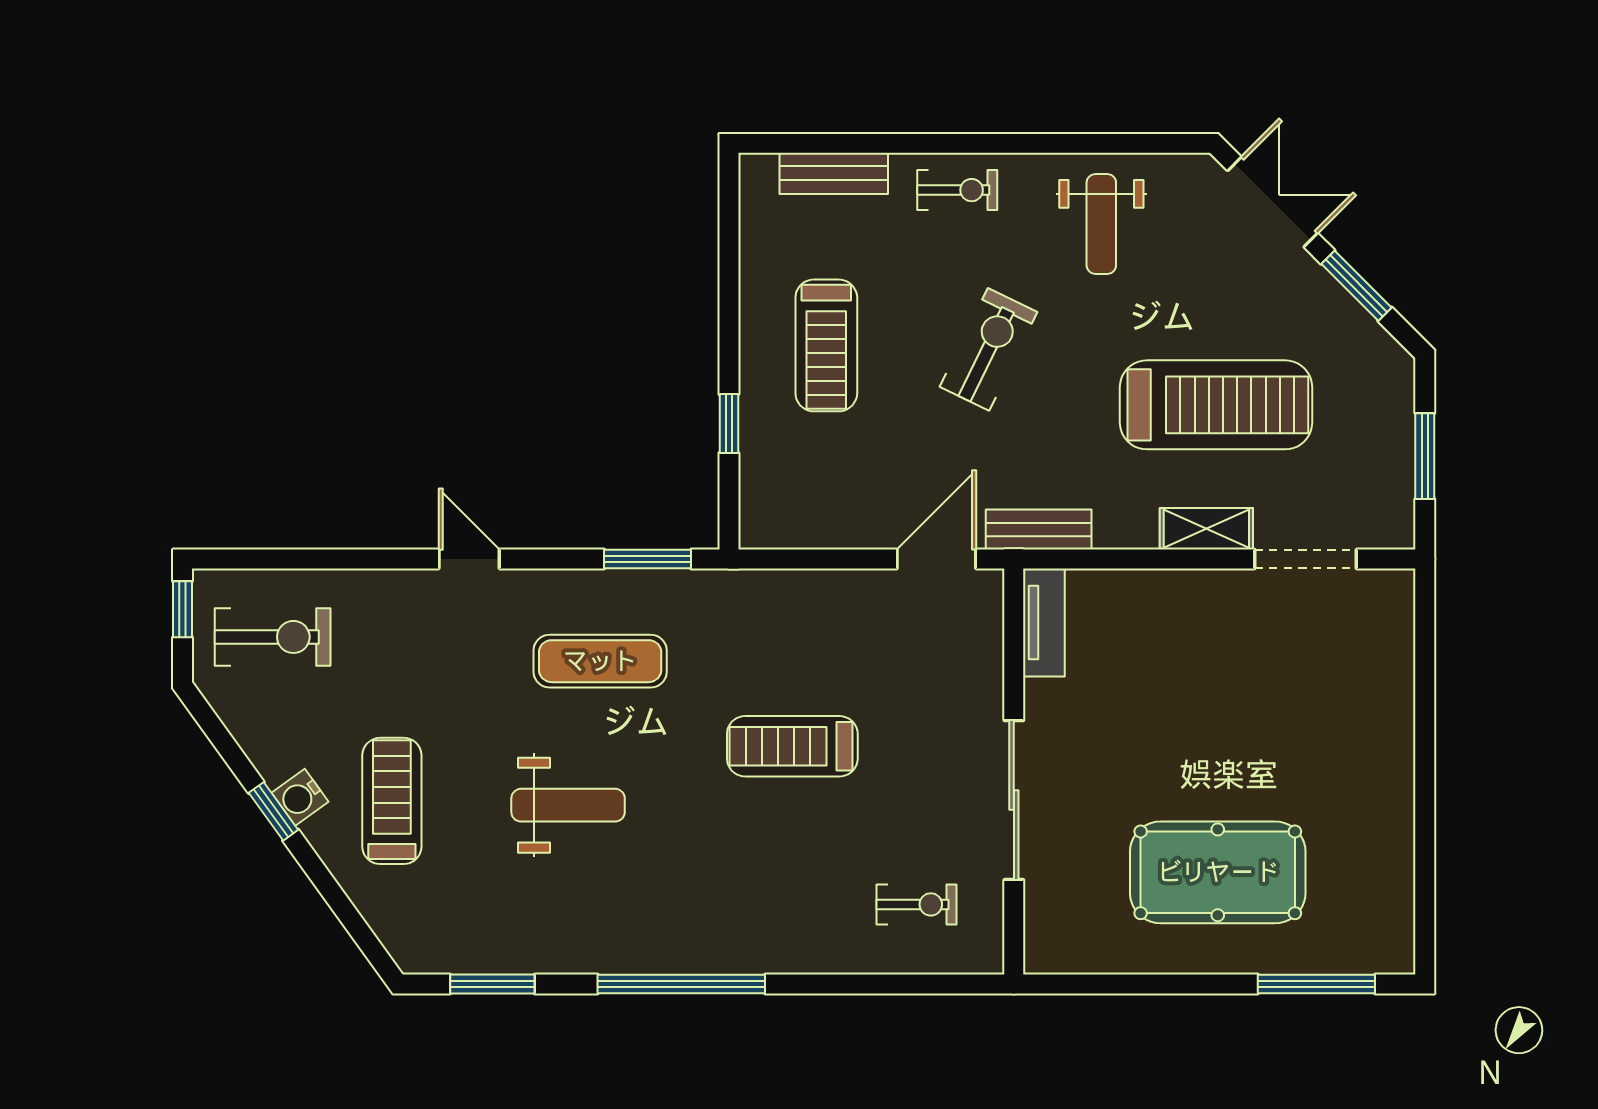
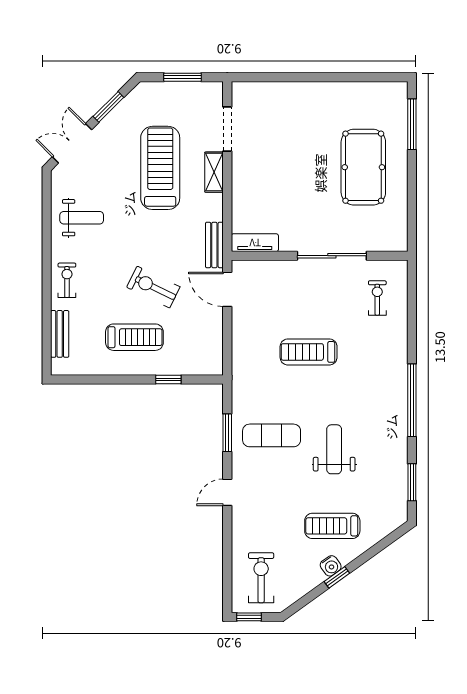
exercise bike: (989, 349) -> (153, 287), moved
window: (648, 559) -> (227, 433), moved
exercise mat: (600, 661) -> (272, 435), turned 90
treadmill: (792, 746) -> (309, 352), turned 90

